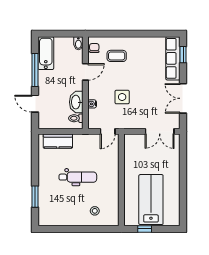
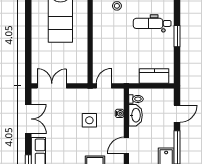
door: (35, 104) -> (177, 114), hinge flipped
dental chair: (78, 177) -> (152, 23), moved
window: (35, 197) -> (177, 36), moved

